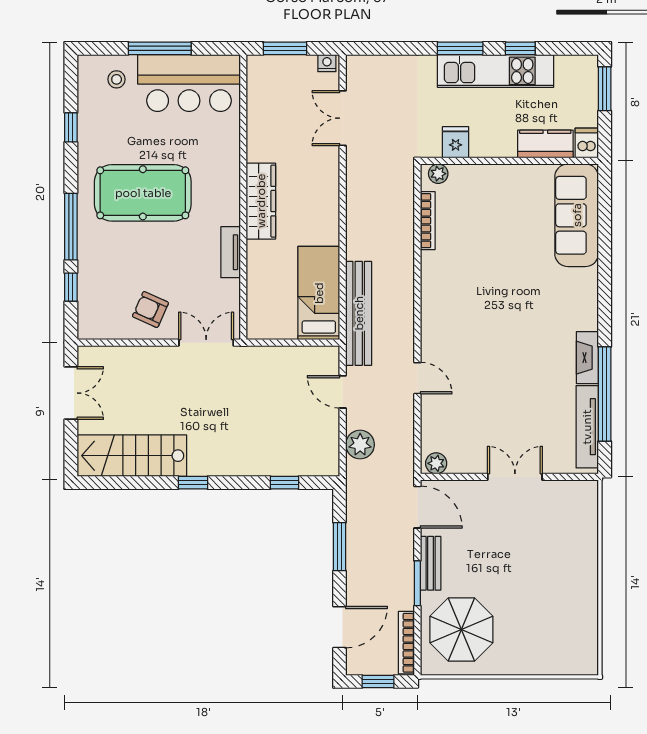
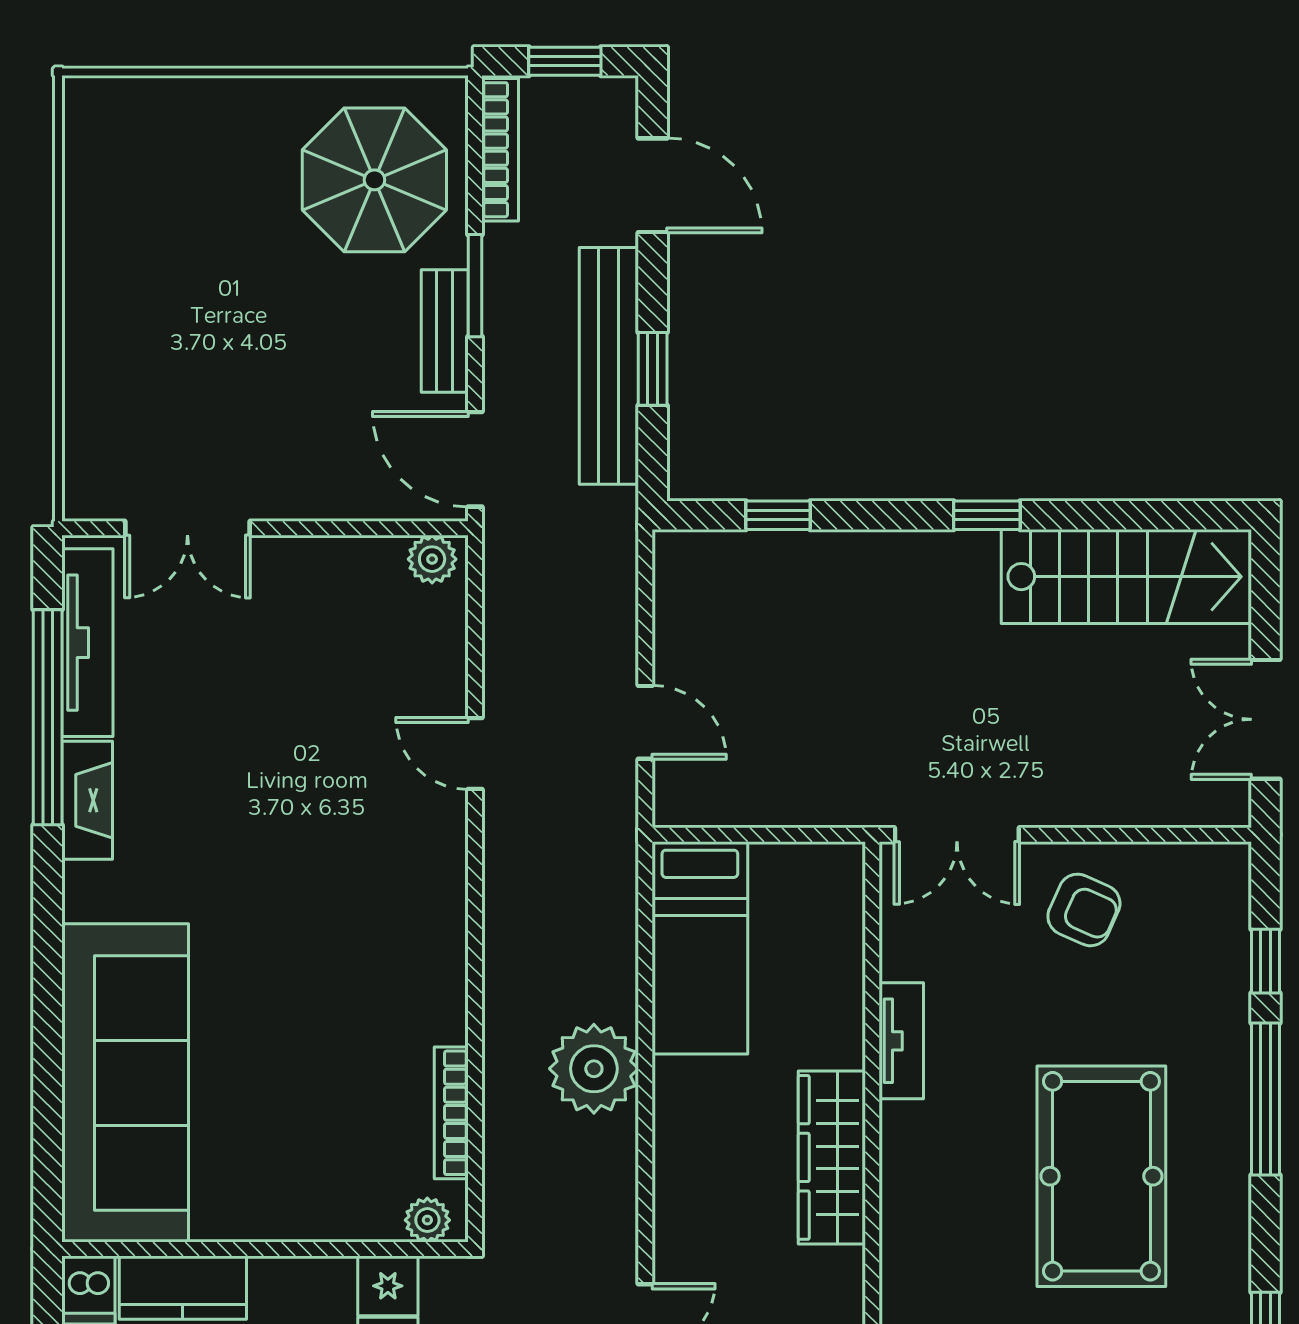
pool table: (143, 193) -> (1101, 1176), turned 90
sofa: (577, 215) -> (125, 1083), width x1.36, depth x1.27
bench: (359, 313) -> (609, 366), moved
plant: (360, 445) -> (594, 1069), moved, width x1.36, depth x1.36
double door: (515, 477) -> (187, 528), moved
window: (340, 547) -> (653, 369), width x0.67
door: (340, 627) -> (653, 185), swing flipped

